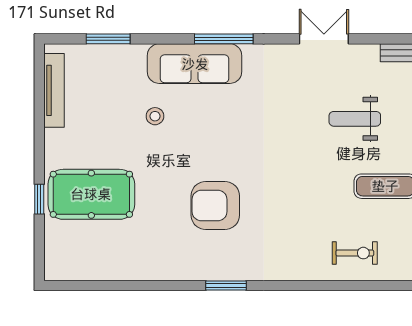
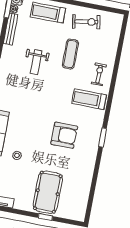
armchair: (215, 206) -> (64, 135), turned -90
treadmill: (300, 242) -> (89, 99), added

